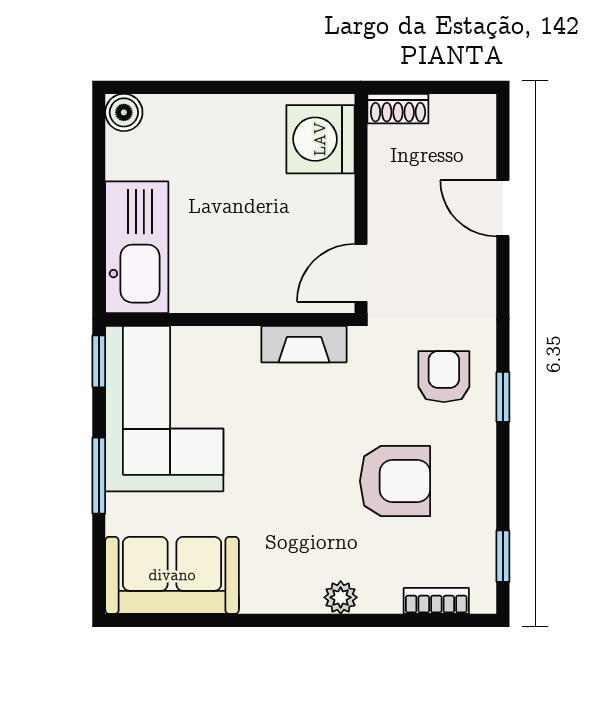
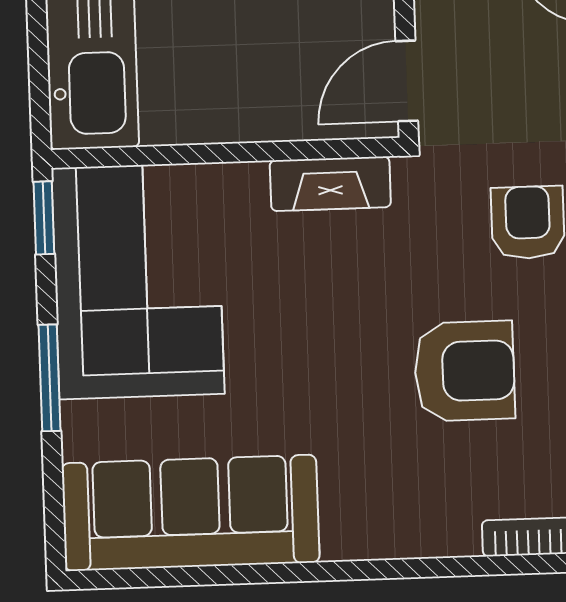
sofa: (172, 575) -> (191, 513), width x1.36
plant: (341, 597) -> (394, 537), removed

